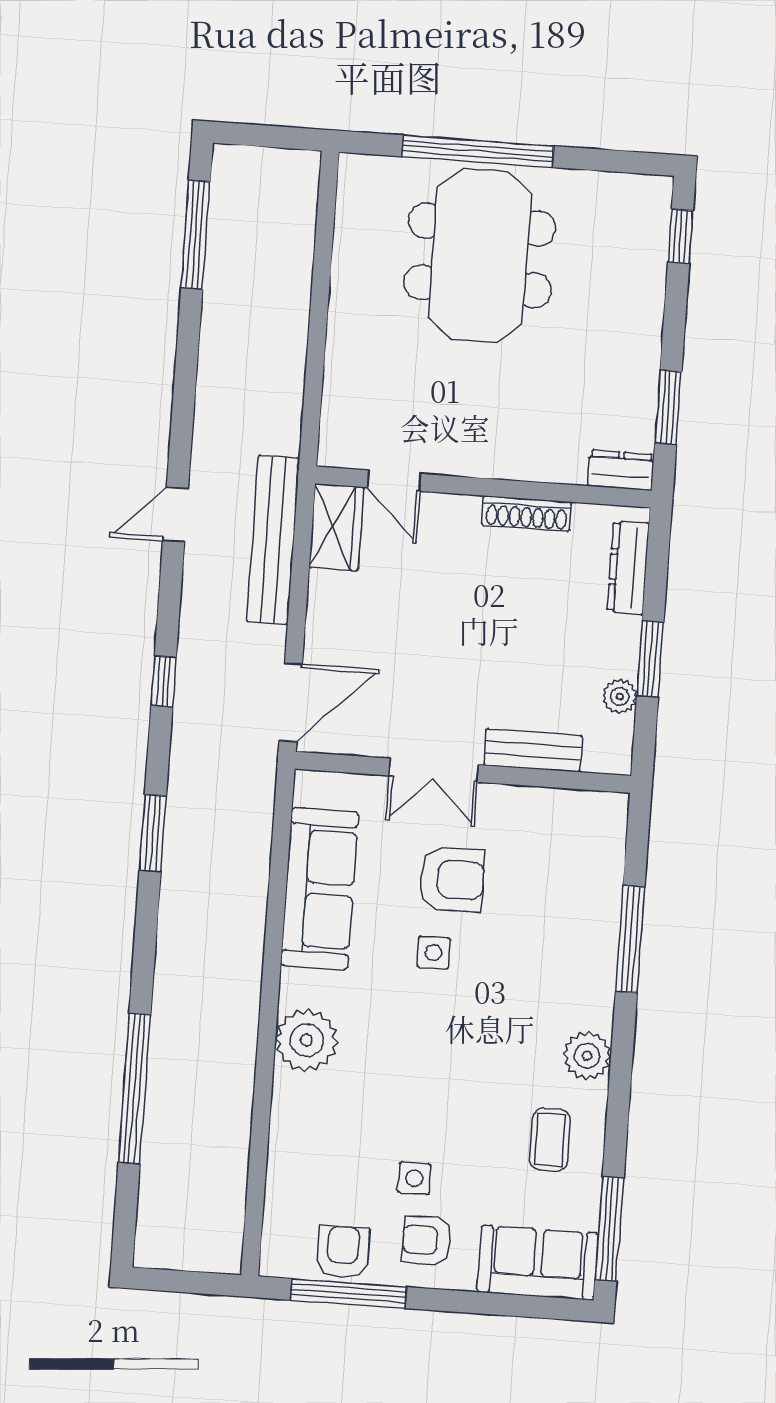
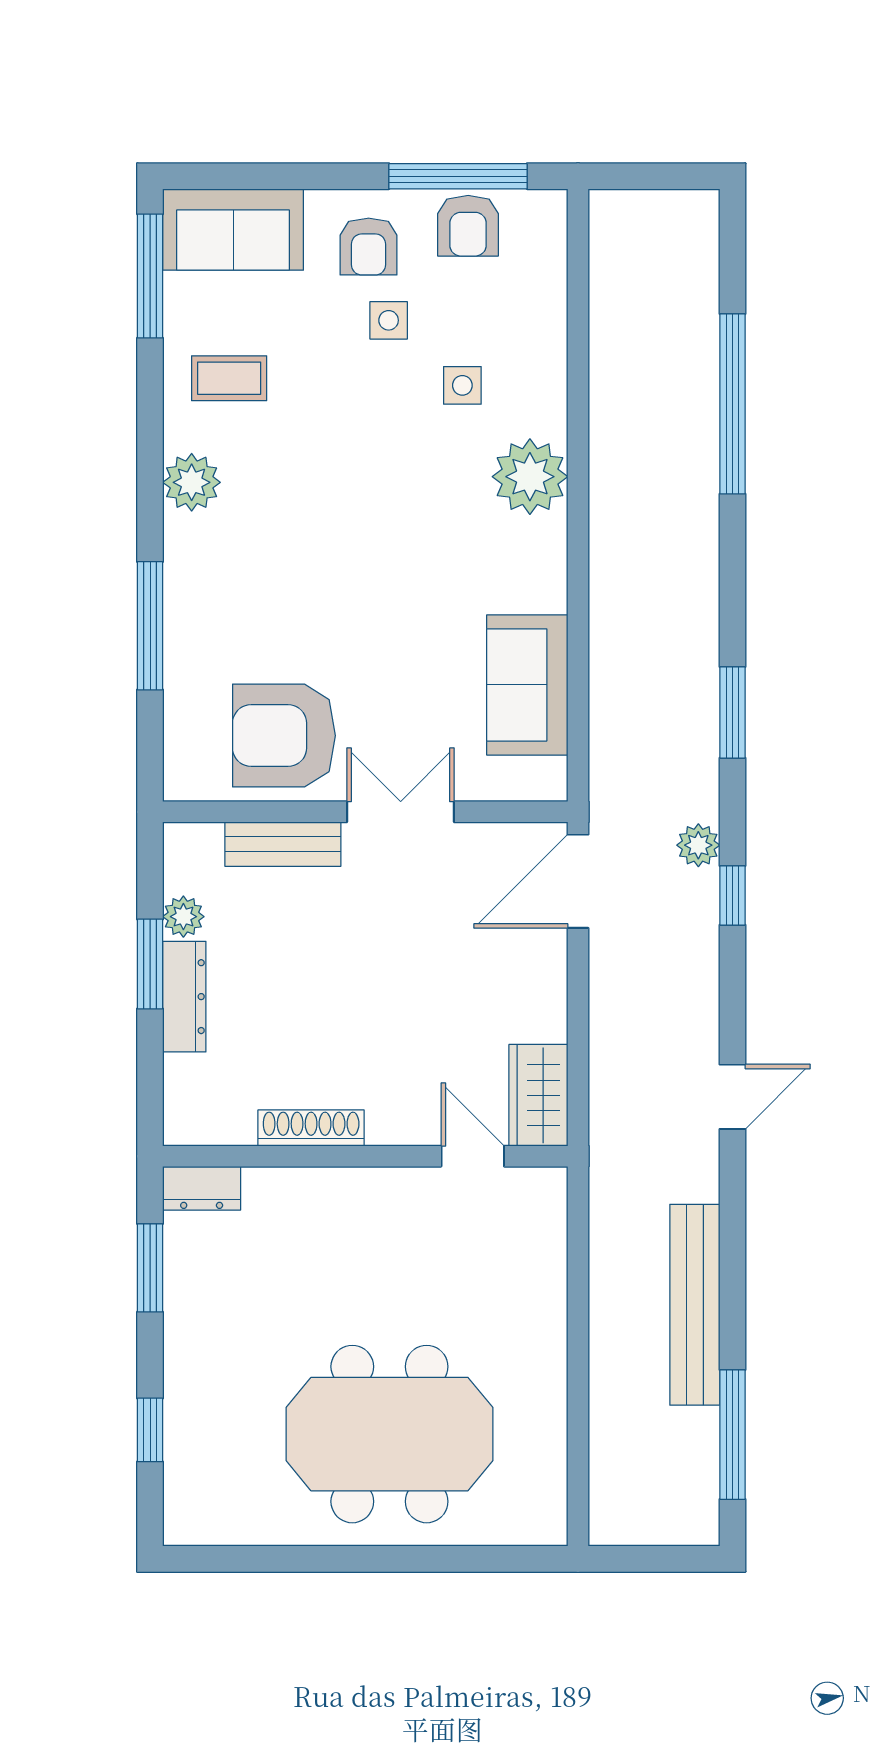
window: (478, 151) -> (401, 1559), removed
window: (681, 236) -> (150, 1430), moved
meeting table: (480, 255) -> (389, 1434), turned 90
bench: (273, 540) -> (695, 1305), moved
dresser: (628, 568) -> (184, 997), moved
plant: (189, 725) -> (698, 845), added
armchair: (452, 879) -> (284, 736), moved, width x1.36, depth x1.36
sofa: (320, 889) -> (527, 685), width x0.73
side table: (433, 953) -> (462, 385), moved
coffee table: (550, 1140) -> (229, 378), turned 90
armchair: (427, 1240) -> (369, 247), turned 90

